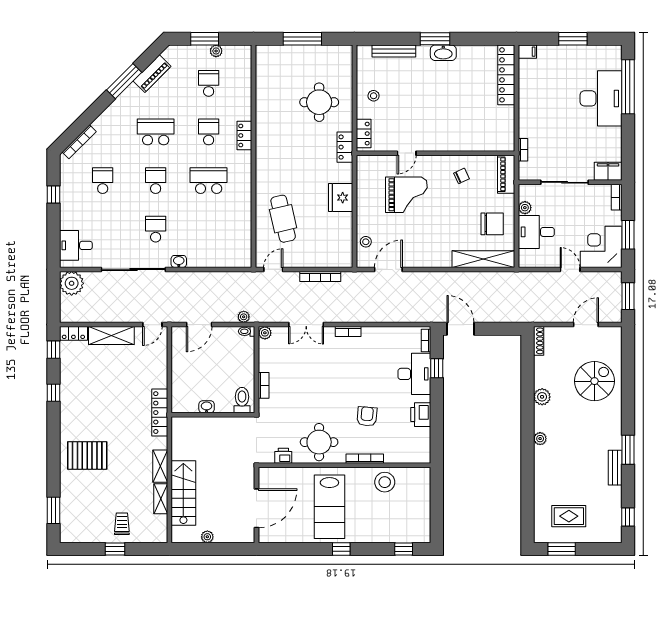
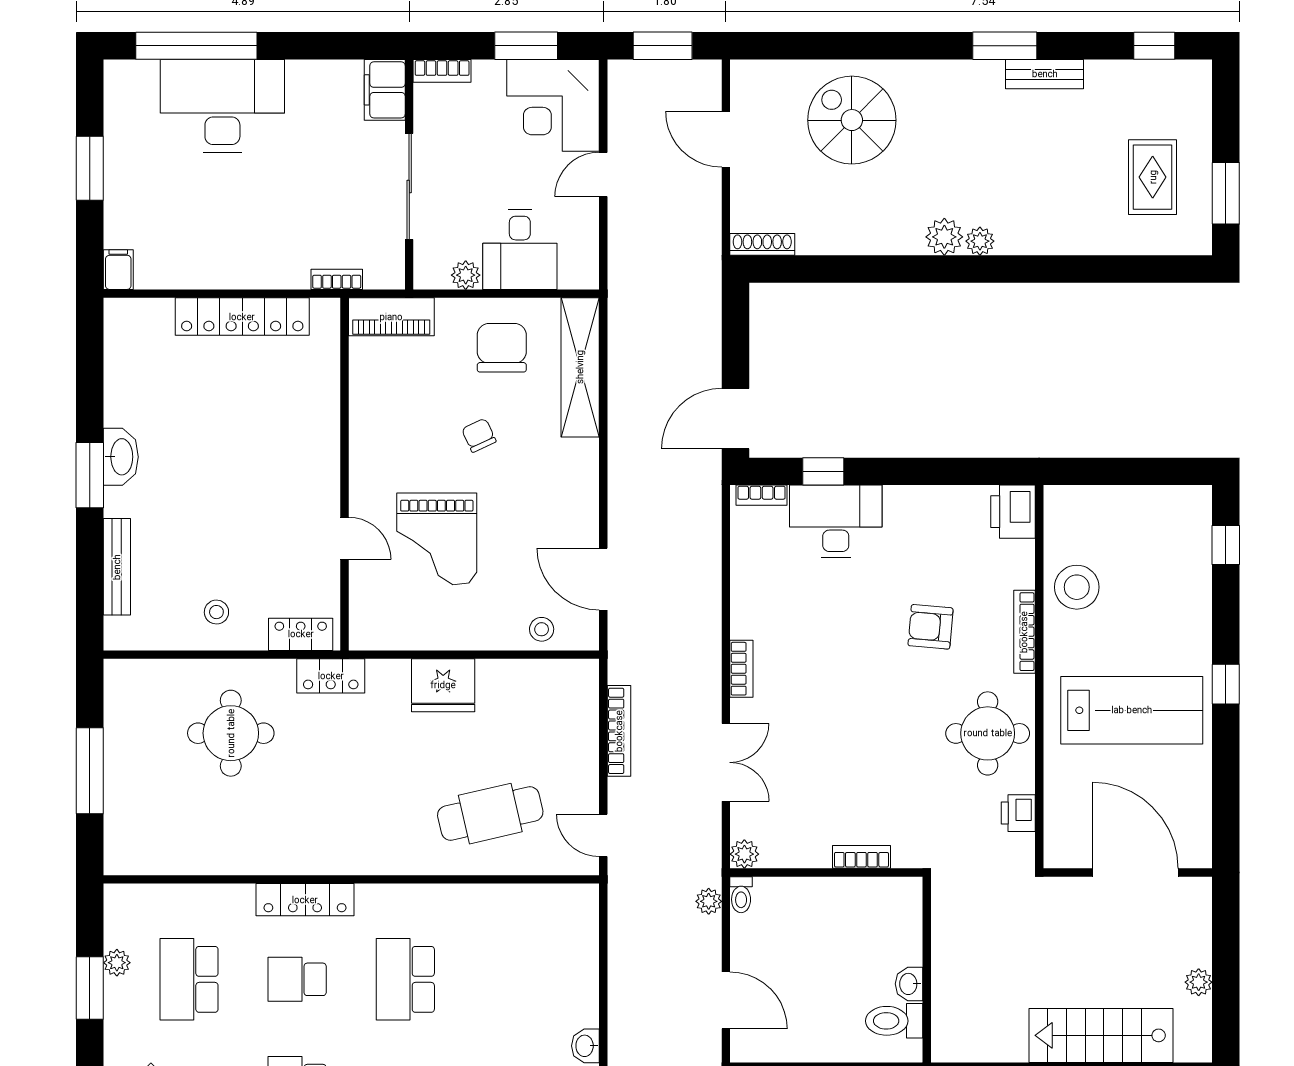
locker: (506, 75) -> (242, 317), moved
school desk: (209, 83) -> (189, 979), width x1.85
locker: (244, 136) -> (305, 900), width x1.53
chair: (462, 176) -> (479, 435), moved
grand piano: (406, 195) -> (437, 539), turned 180
plant: (542, 397) -> (944, 237), moved
toilet: (242, 400) -> (894, 1021), moved
printer: (421, 415) -> (1013, 512), moved, turned 90

